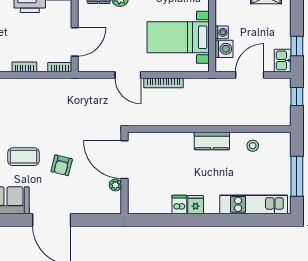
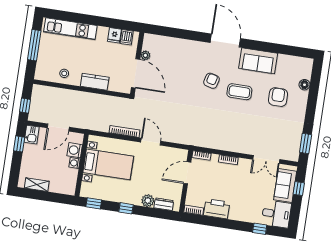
door: (125, 160) -> (136, 73), moved
wall: (125, 173) -> (137, 63), moved
plant: (115, 185) -> (145, 55), moved

